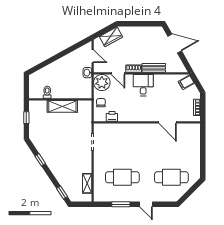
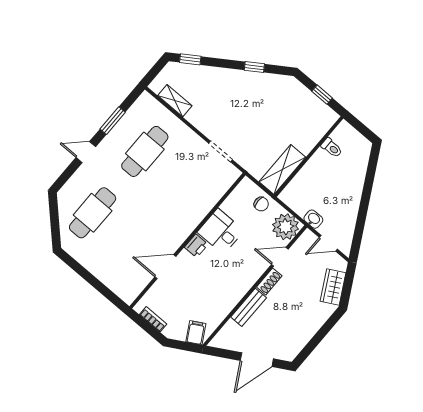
desk: (143, 85) -> (221, 231), moved, turned 180
shelving: (62, 106) -> (282, 170), moved
printer: (112, 116) -> (196, 246), moved

